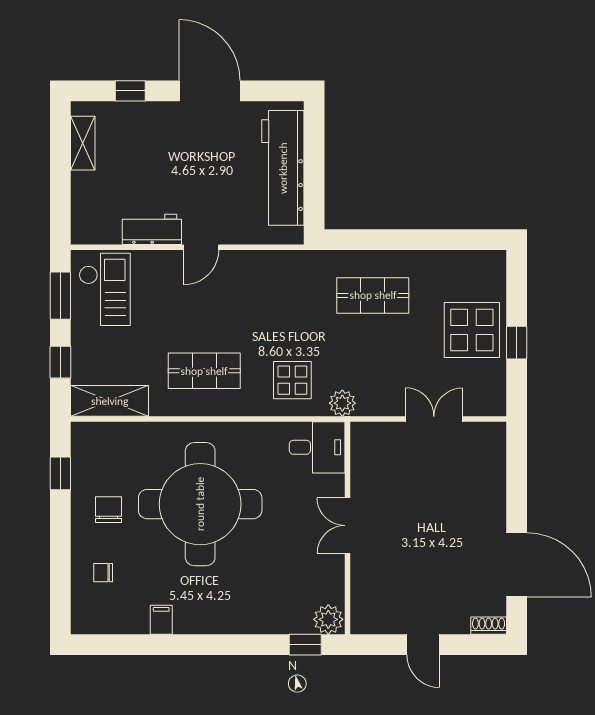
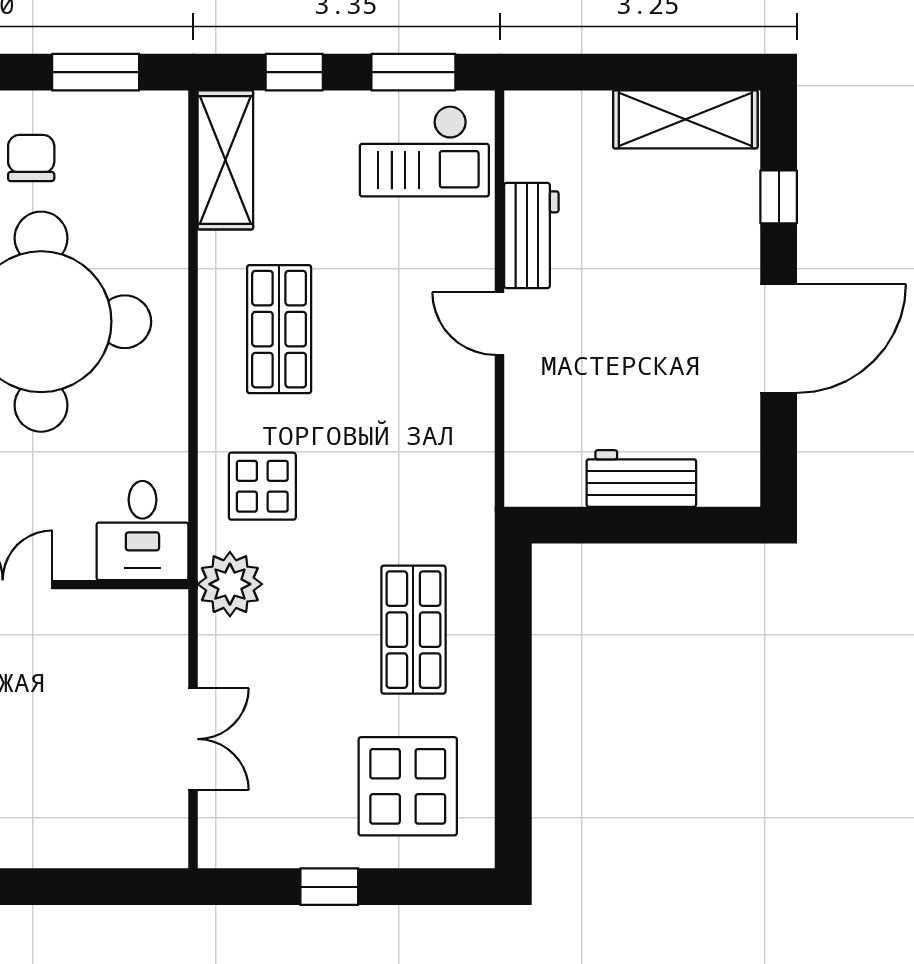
shelving: (83, 143) -> (685, 119), width x1.50, depth x1.33
workbench: (283, 168) -> (641, 479), width x0.53, depth x0.76
display table: (472, 330) -> (408, 786), moved
plant: (342, 403) -> (230, 584), width x1.36, depth x1.36
window: (60, 473) -> (96, 72), width x1.50
chair: (108, 510) -> (31, 158), turned -90

